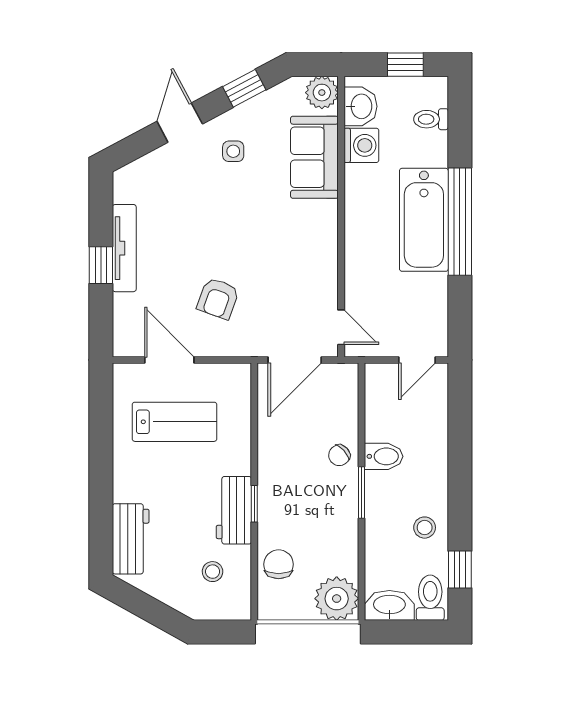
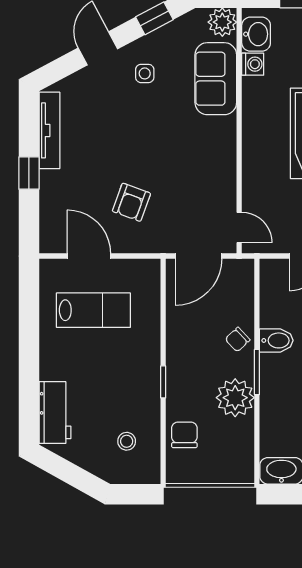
washing machine: (361, 145) -> (253, 64), width x0.73, depth x0.73
tv unit: (124, 248) -> (49, 130), moved
workbench: (234, 510) -> (145, 388), removed
plant: (337, 599) -> (235, 398), moved

